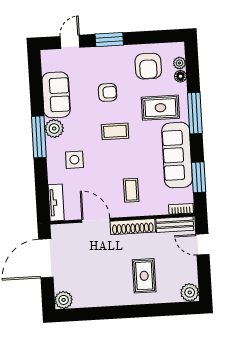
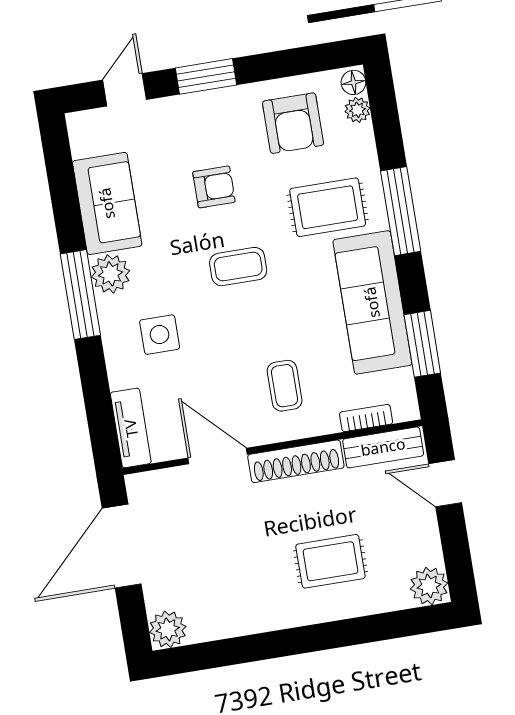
floor lamp: (180, 76) -> (353, 82), moved
bookcase: (181, 209) -> (366, 418), moved
rug: (144, 276) -> (330, 561), turned 90

